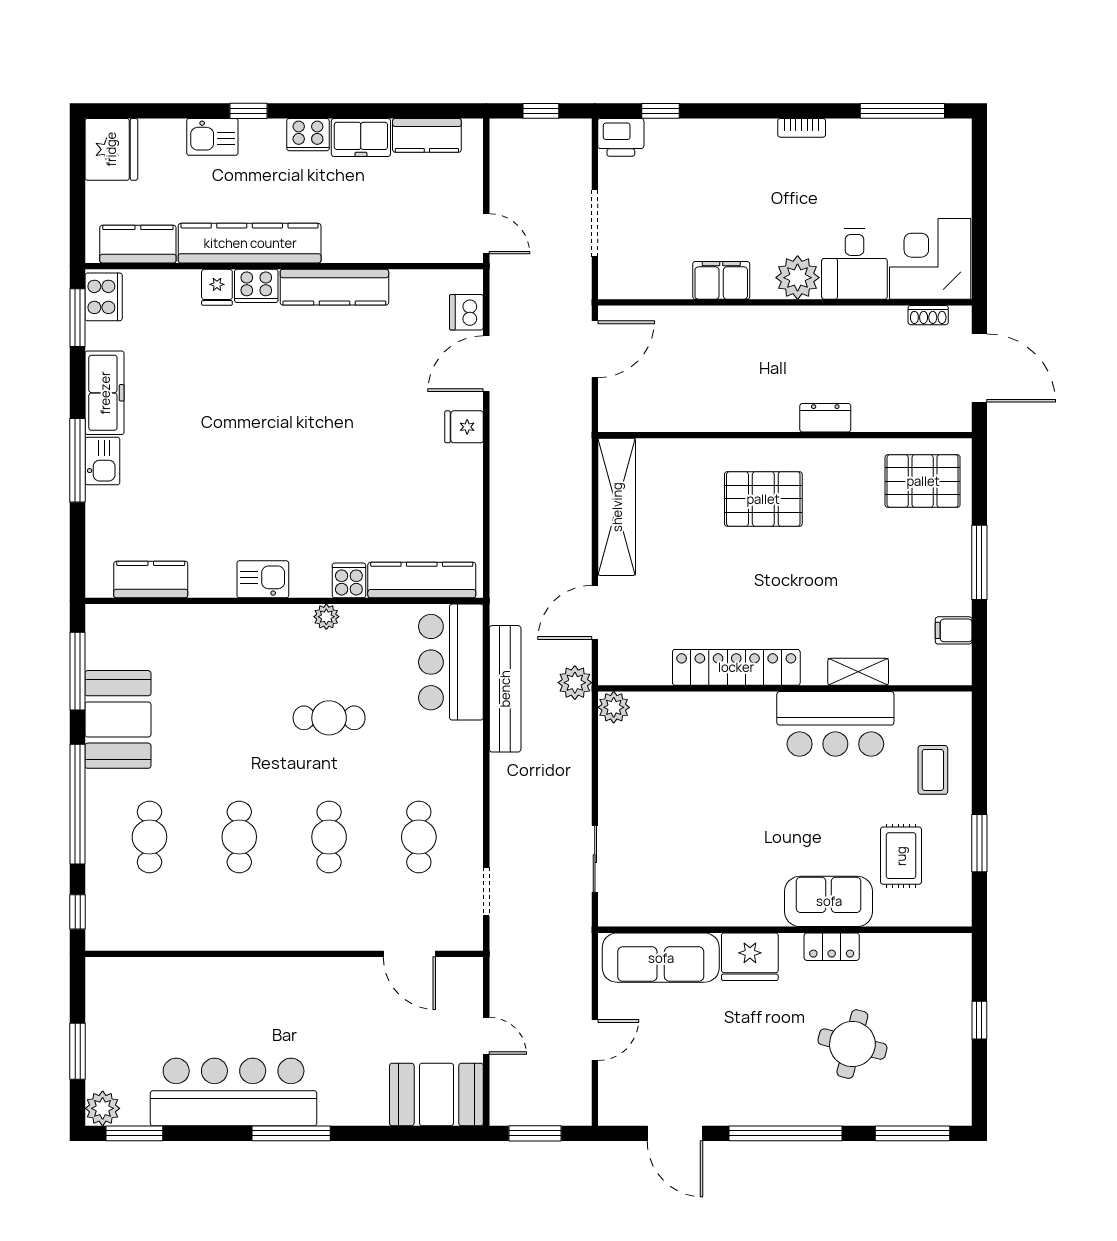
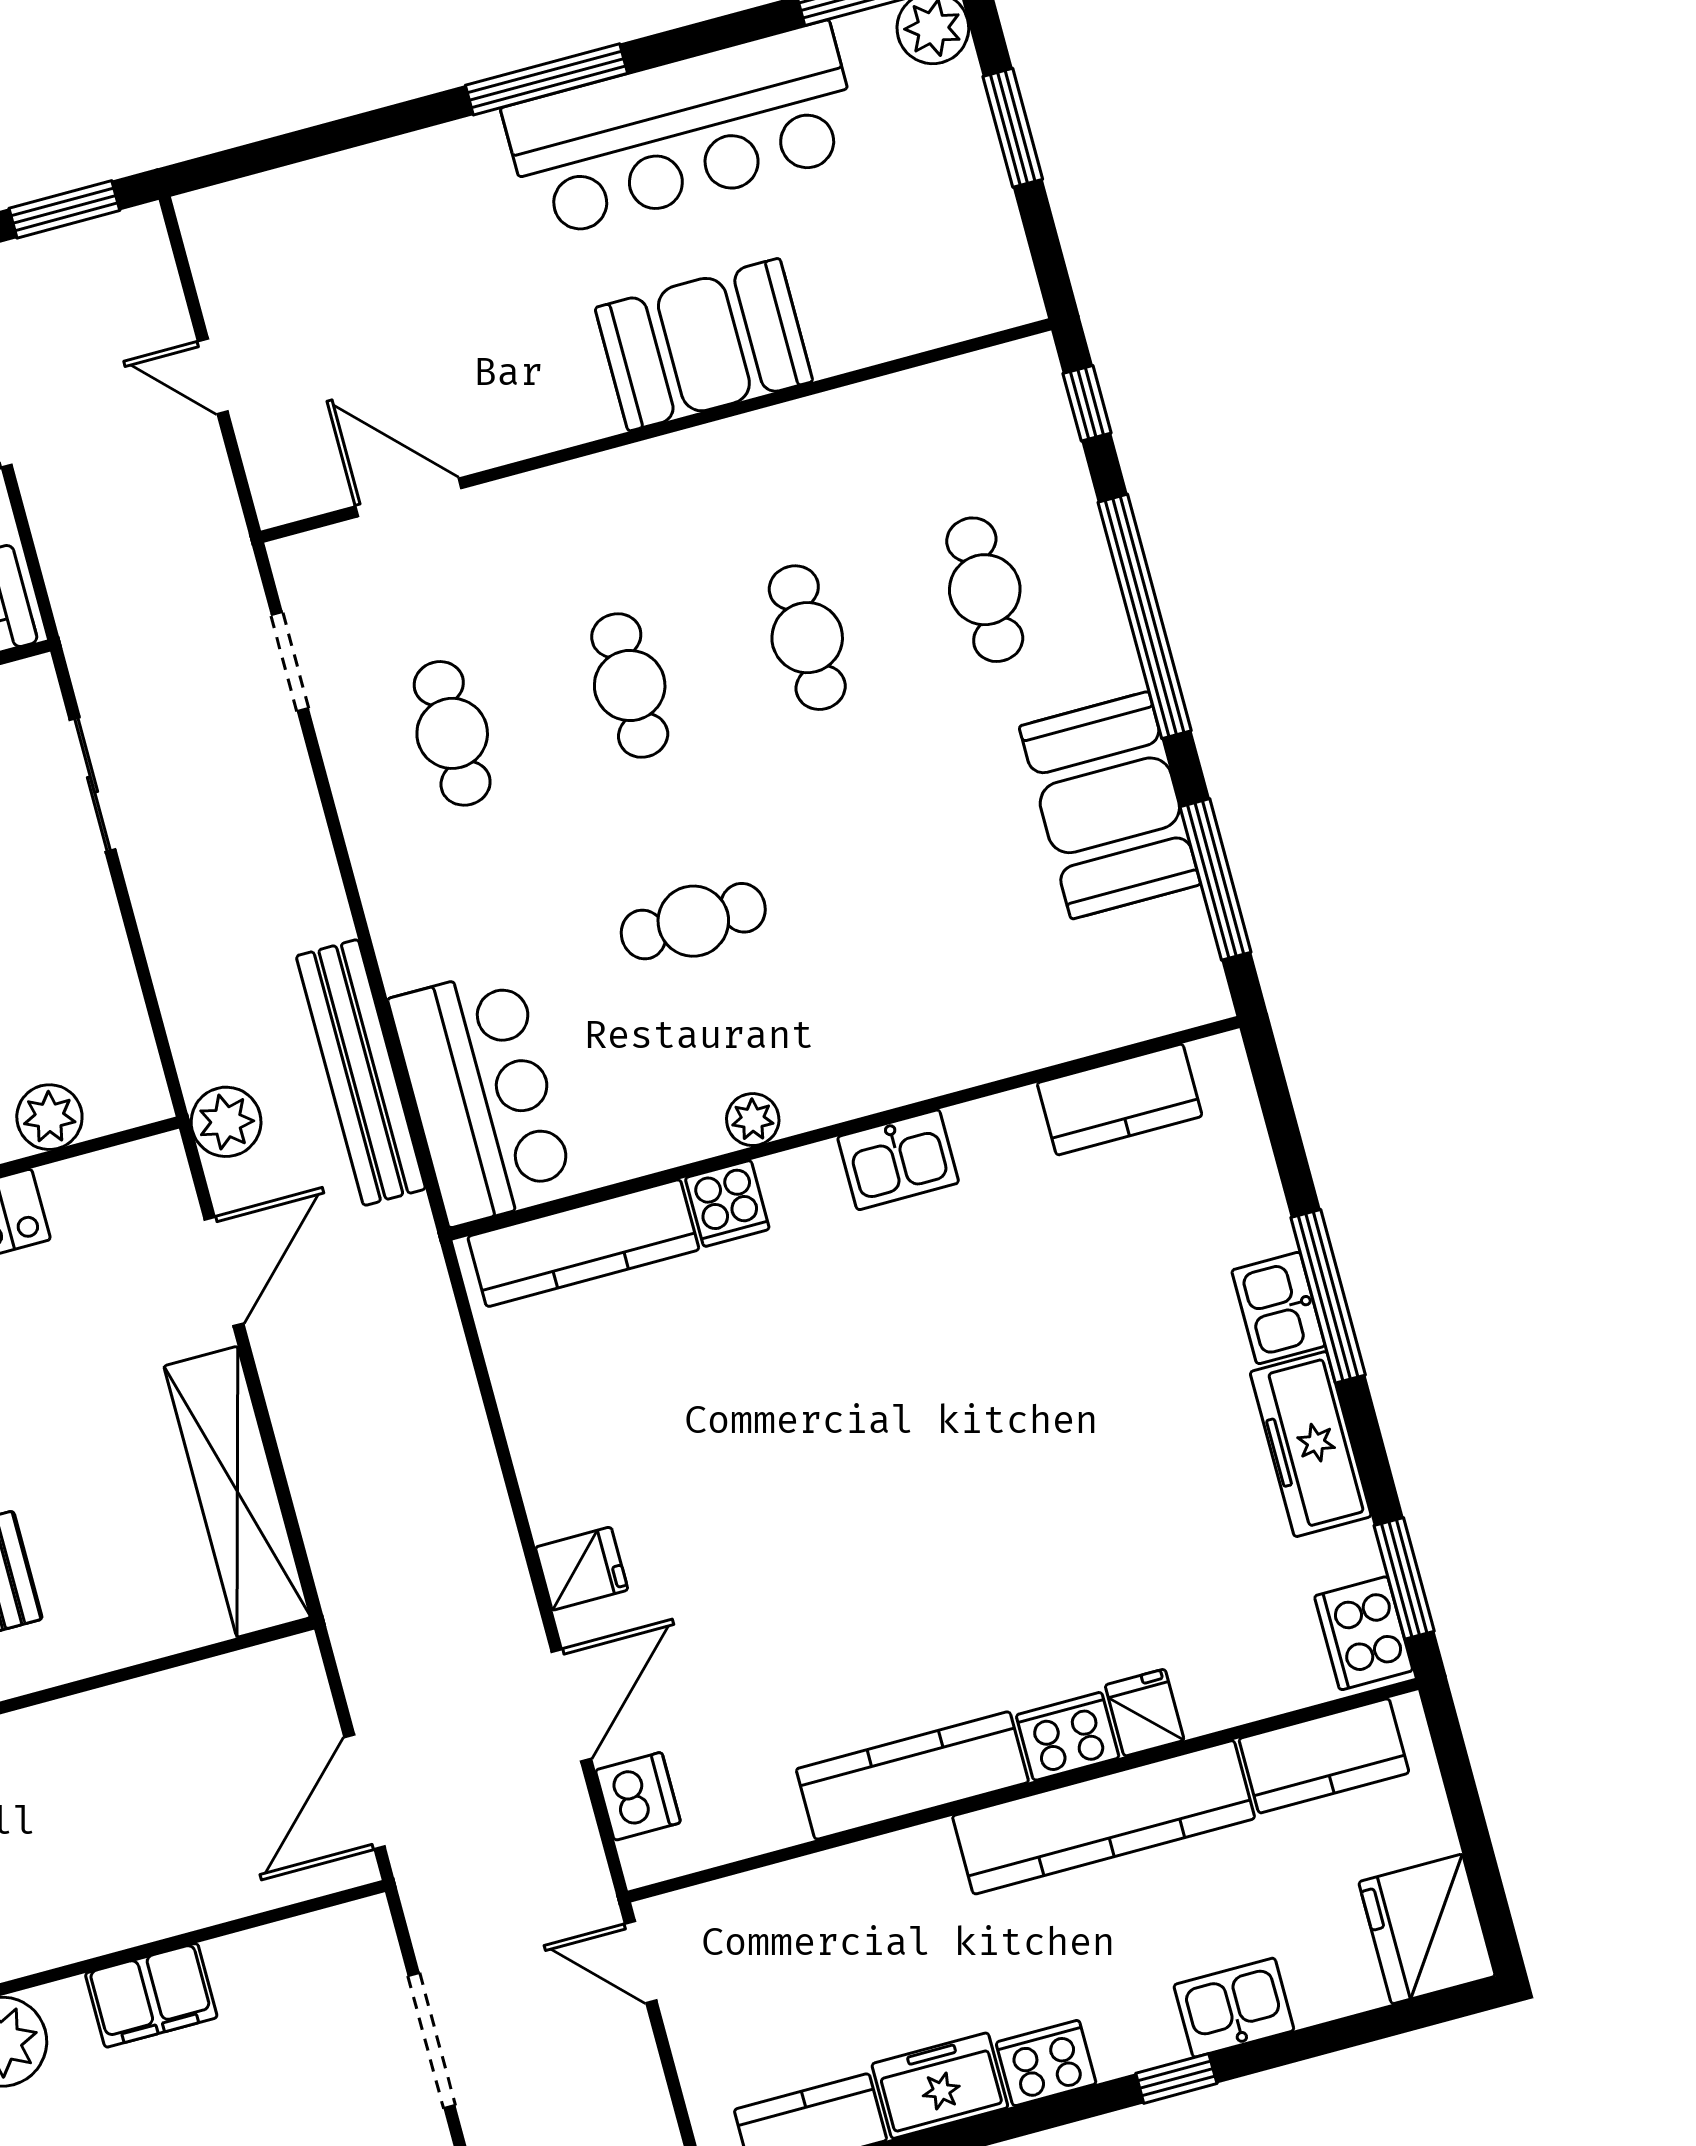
plant: (614, 707) -> (49, 1117), moved
booth: (436, 1094) -> (704, 345), moved

